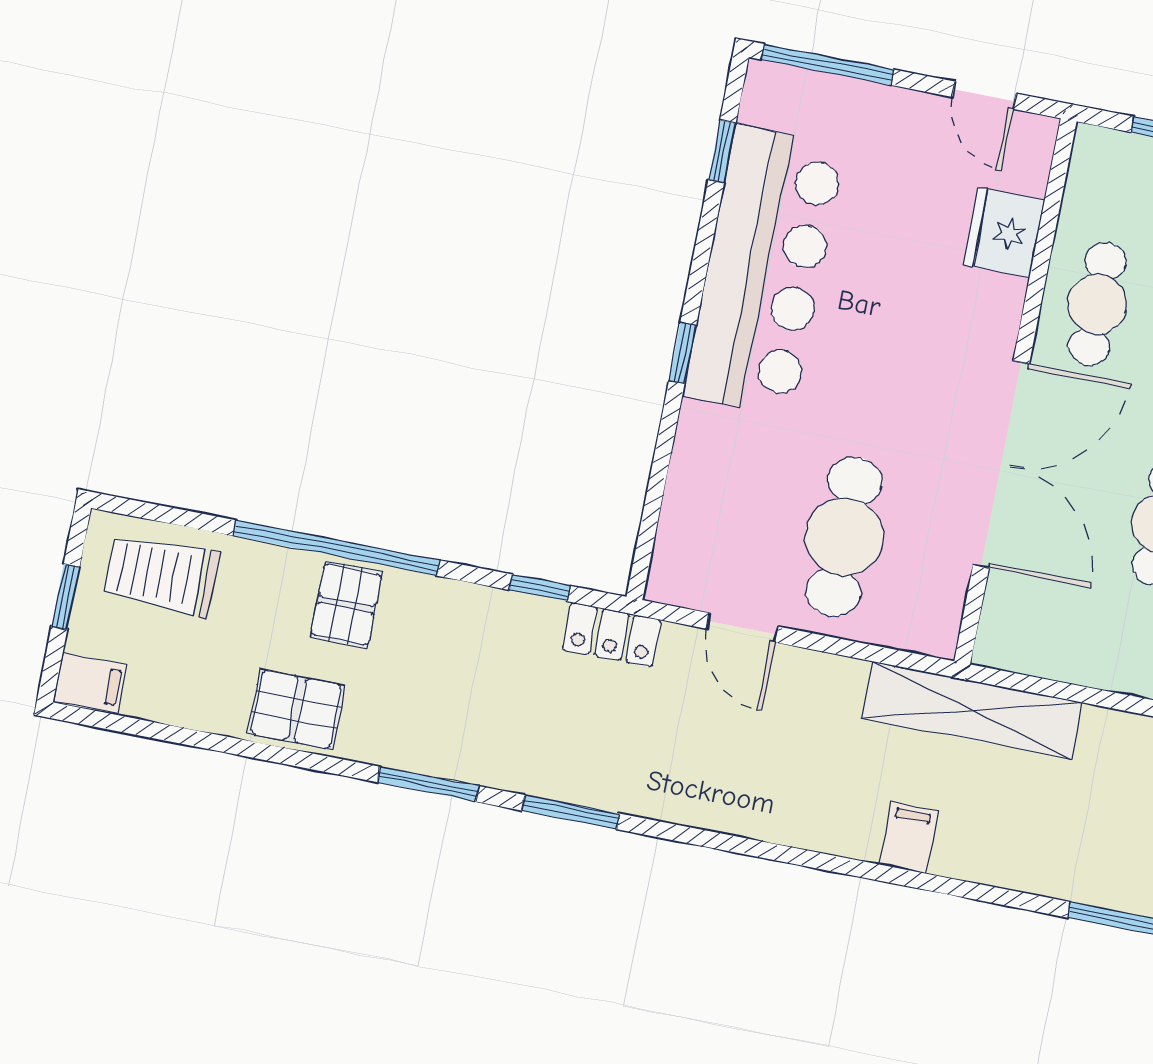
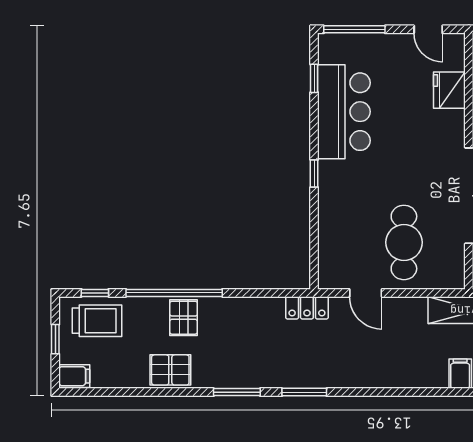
bar counter: (764, 271) -> (344, 112), width x0.73
trolley: (162, 575) -> (97, 321), turned 180
window: (540, 588) -> (95, 293), moved

